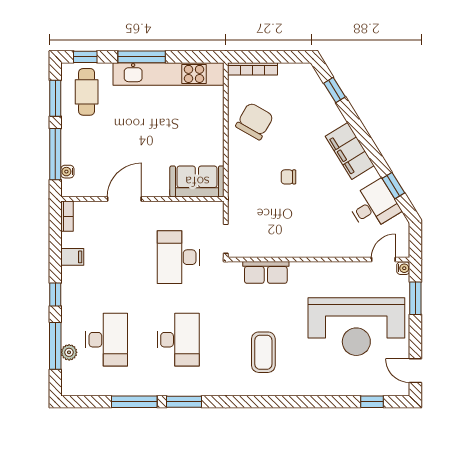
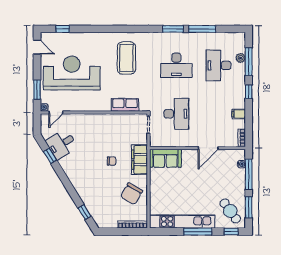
cafe table: (87, 92) -> (230, 211), turned -36
filing cabinet: (350, 151) -> (140, 160), moved, turned -148
desk: (178, 340) -> (176, 65), turned -90
coffee table: (263, 352) -> (126, 58), width x1.36, depth x1.32

